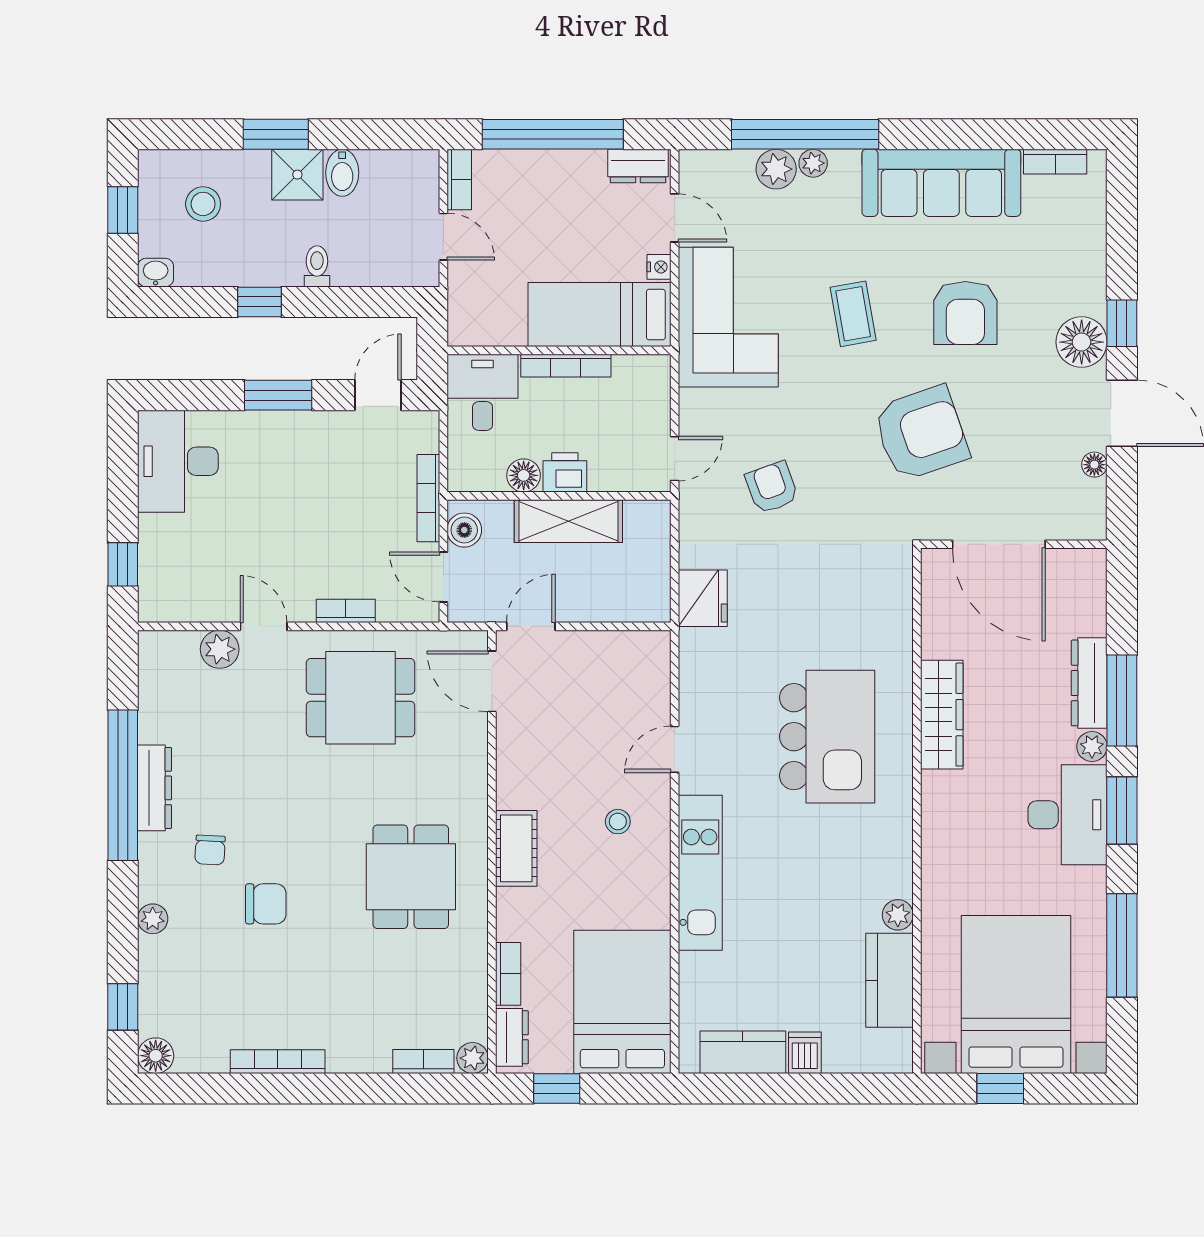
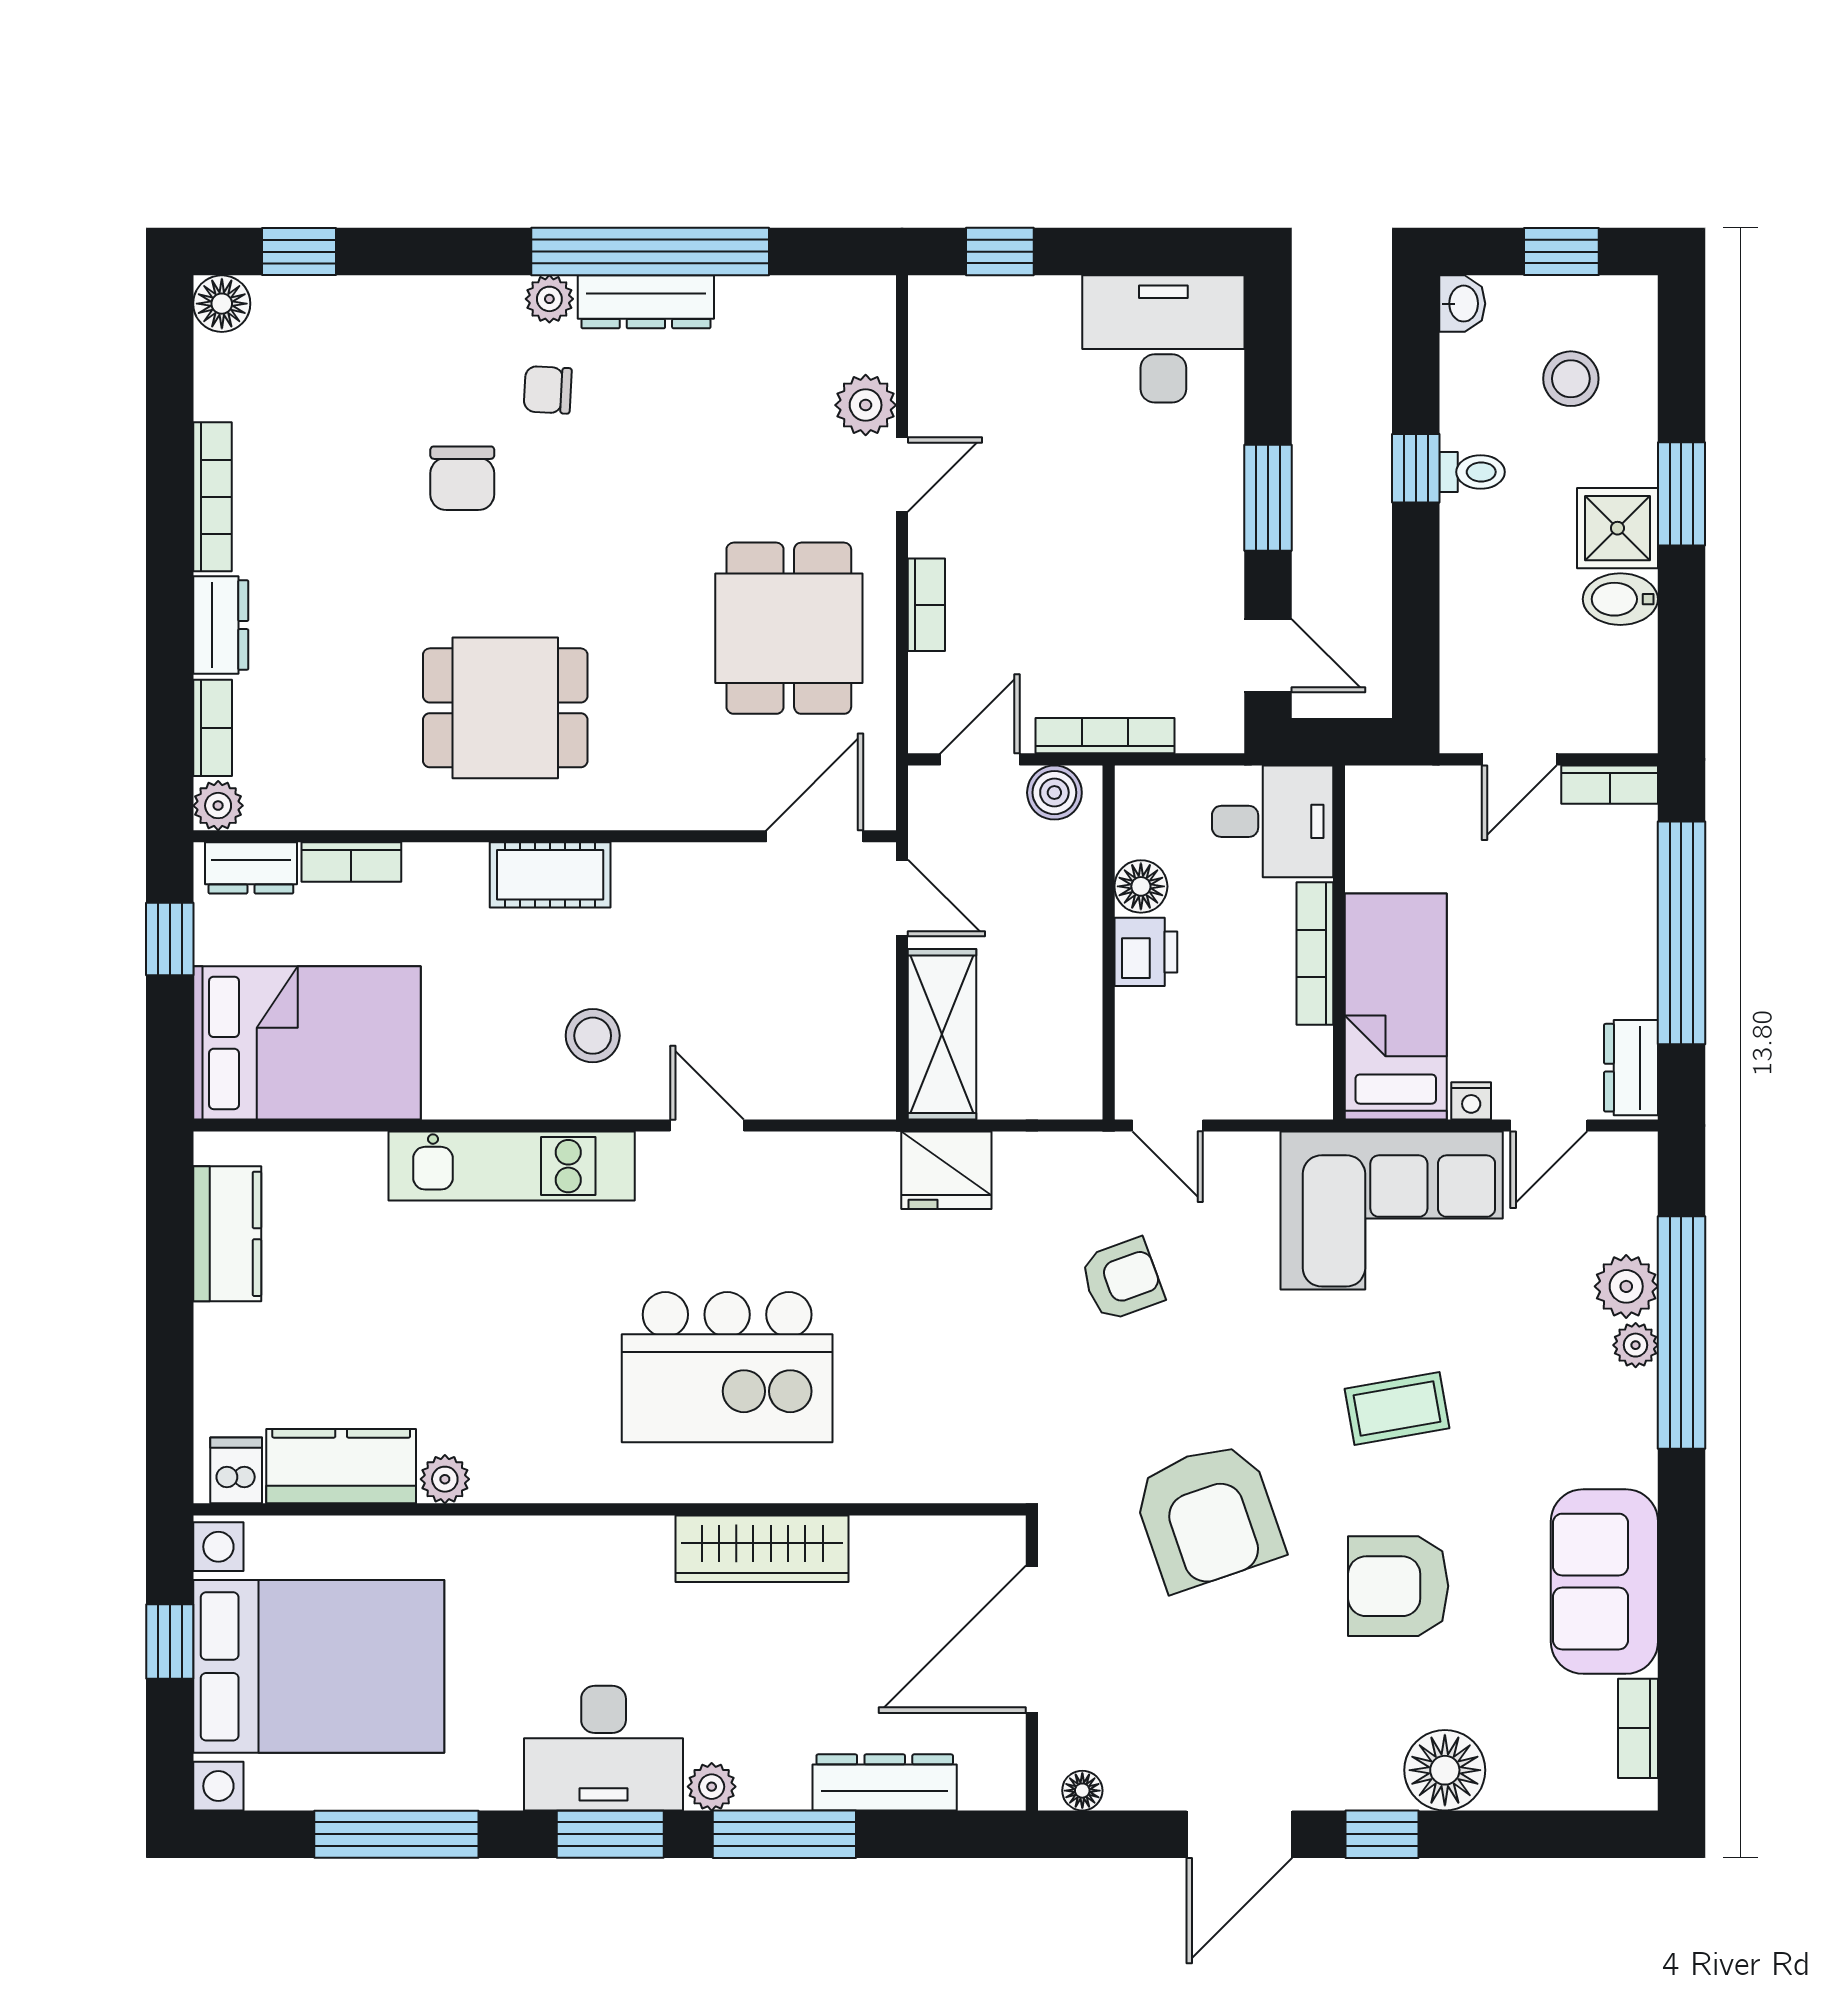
sofa: (941, 183) -> (1604, 1582), width x0.73
toilet: (317, 266) -> (1472, 472), moved
floor lamp: (1082, 342) -> (1445, 1770), moved
floor lamp: (1094, 465) -> (1082, 1791), moved
shelving: (568, 521) -> (942, 1034), moved
dresser: (1089, 683) -> (885, 1782), moved
stool: (618, 822) -> (593, 1036), width x1.37, depth x1.37
plant: (153, 919) -> (549, 299), moved
dishwasher: (805, 1053) -> (236, 1470), moved, turned -90
dresser: (359, 1056) -> (221, 625), added

